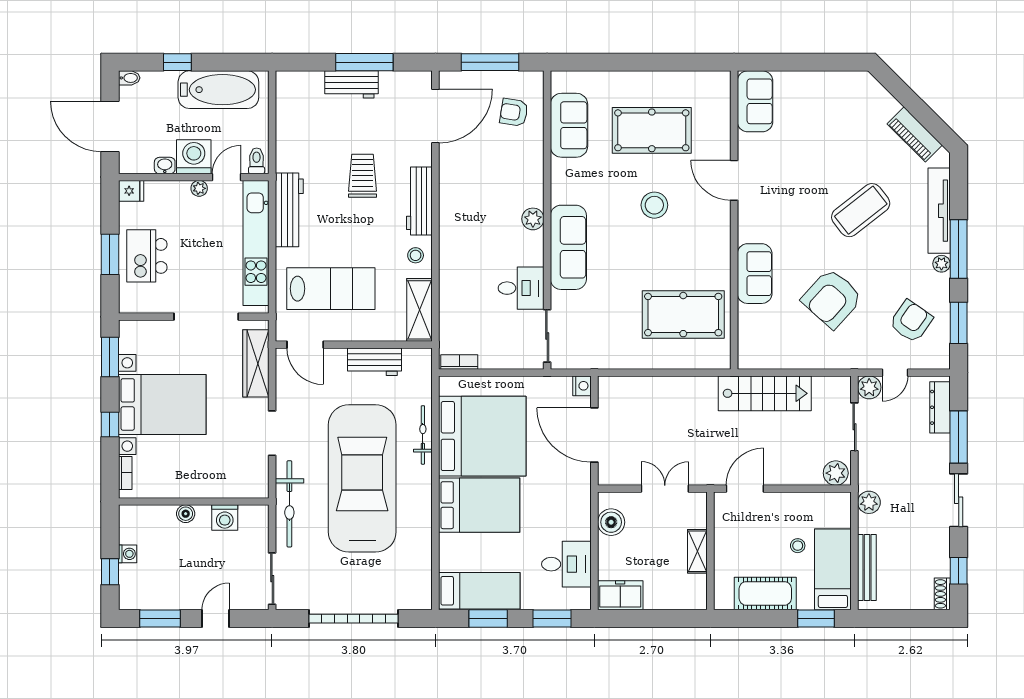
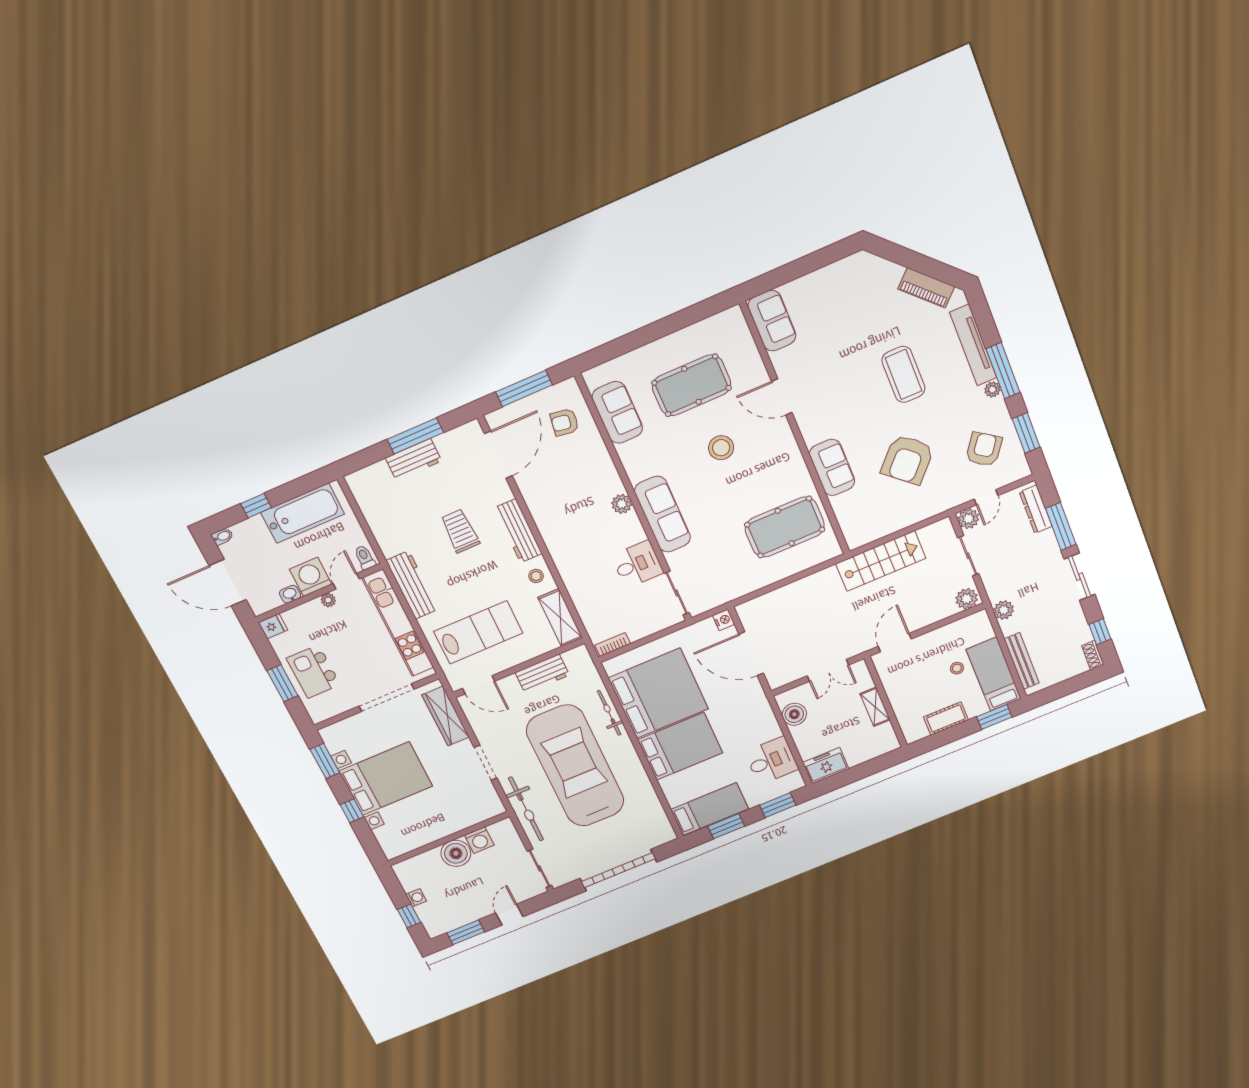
coffee table: (861, 210) -> (903, 374), turned -52
bookcase: (125, 473) -> (383, 841), removed
double door: (665, 489) -> (828, 670), swing flipped
boiler: (186, 514) -> (456, 853), width x1.86, depth x1.86
cot: (765, 593) -> (946, 718), width x0.73, depth x0.75

